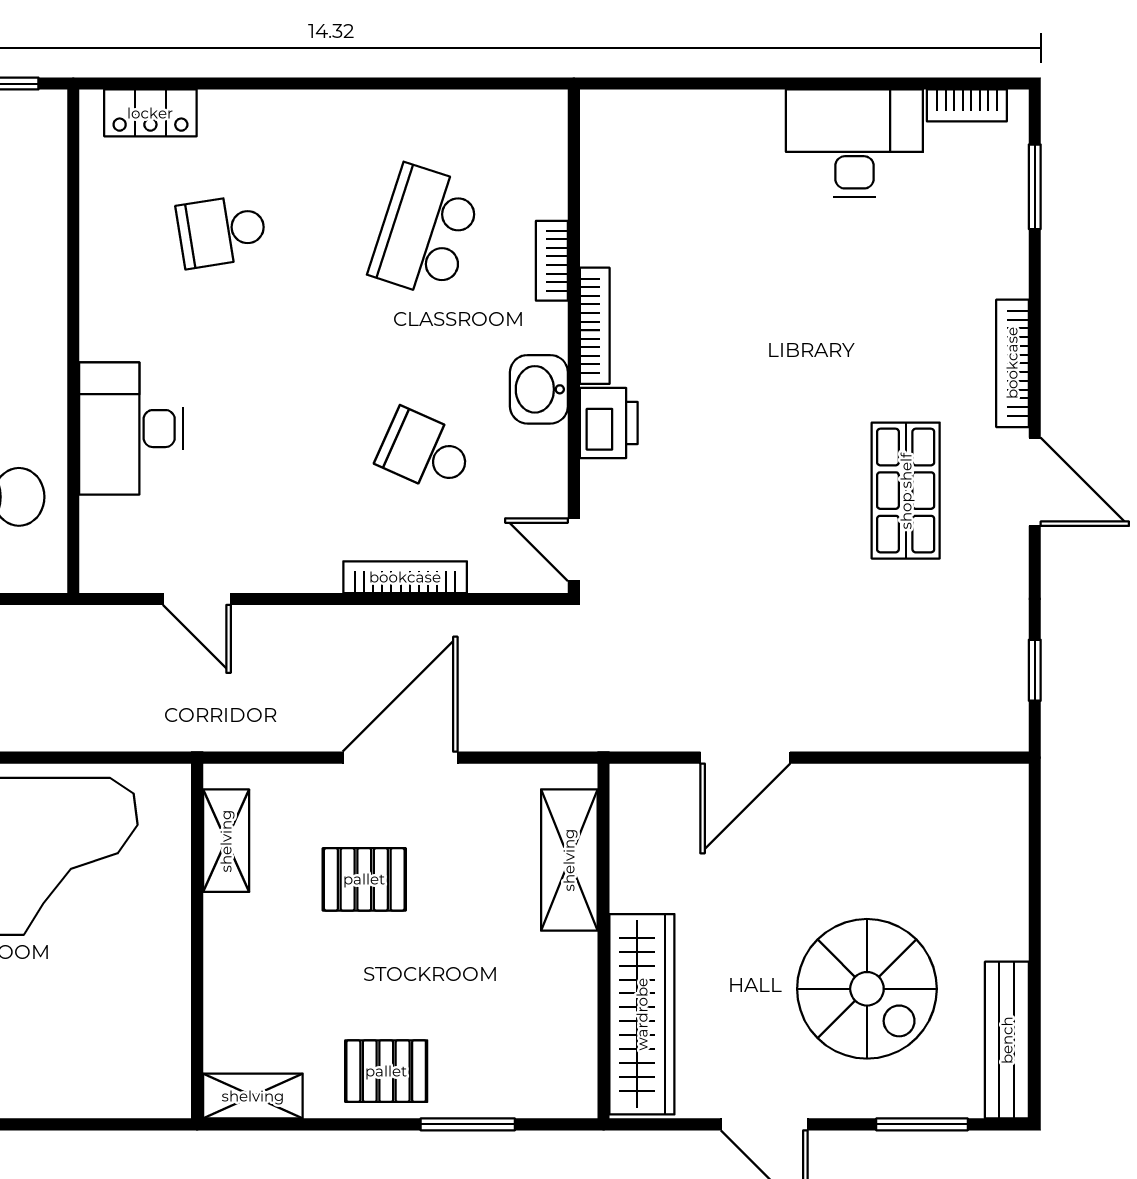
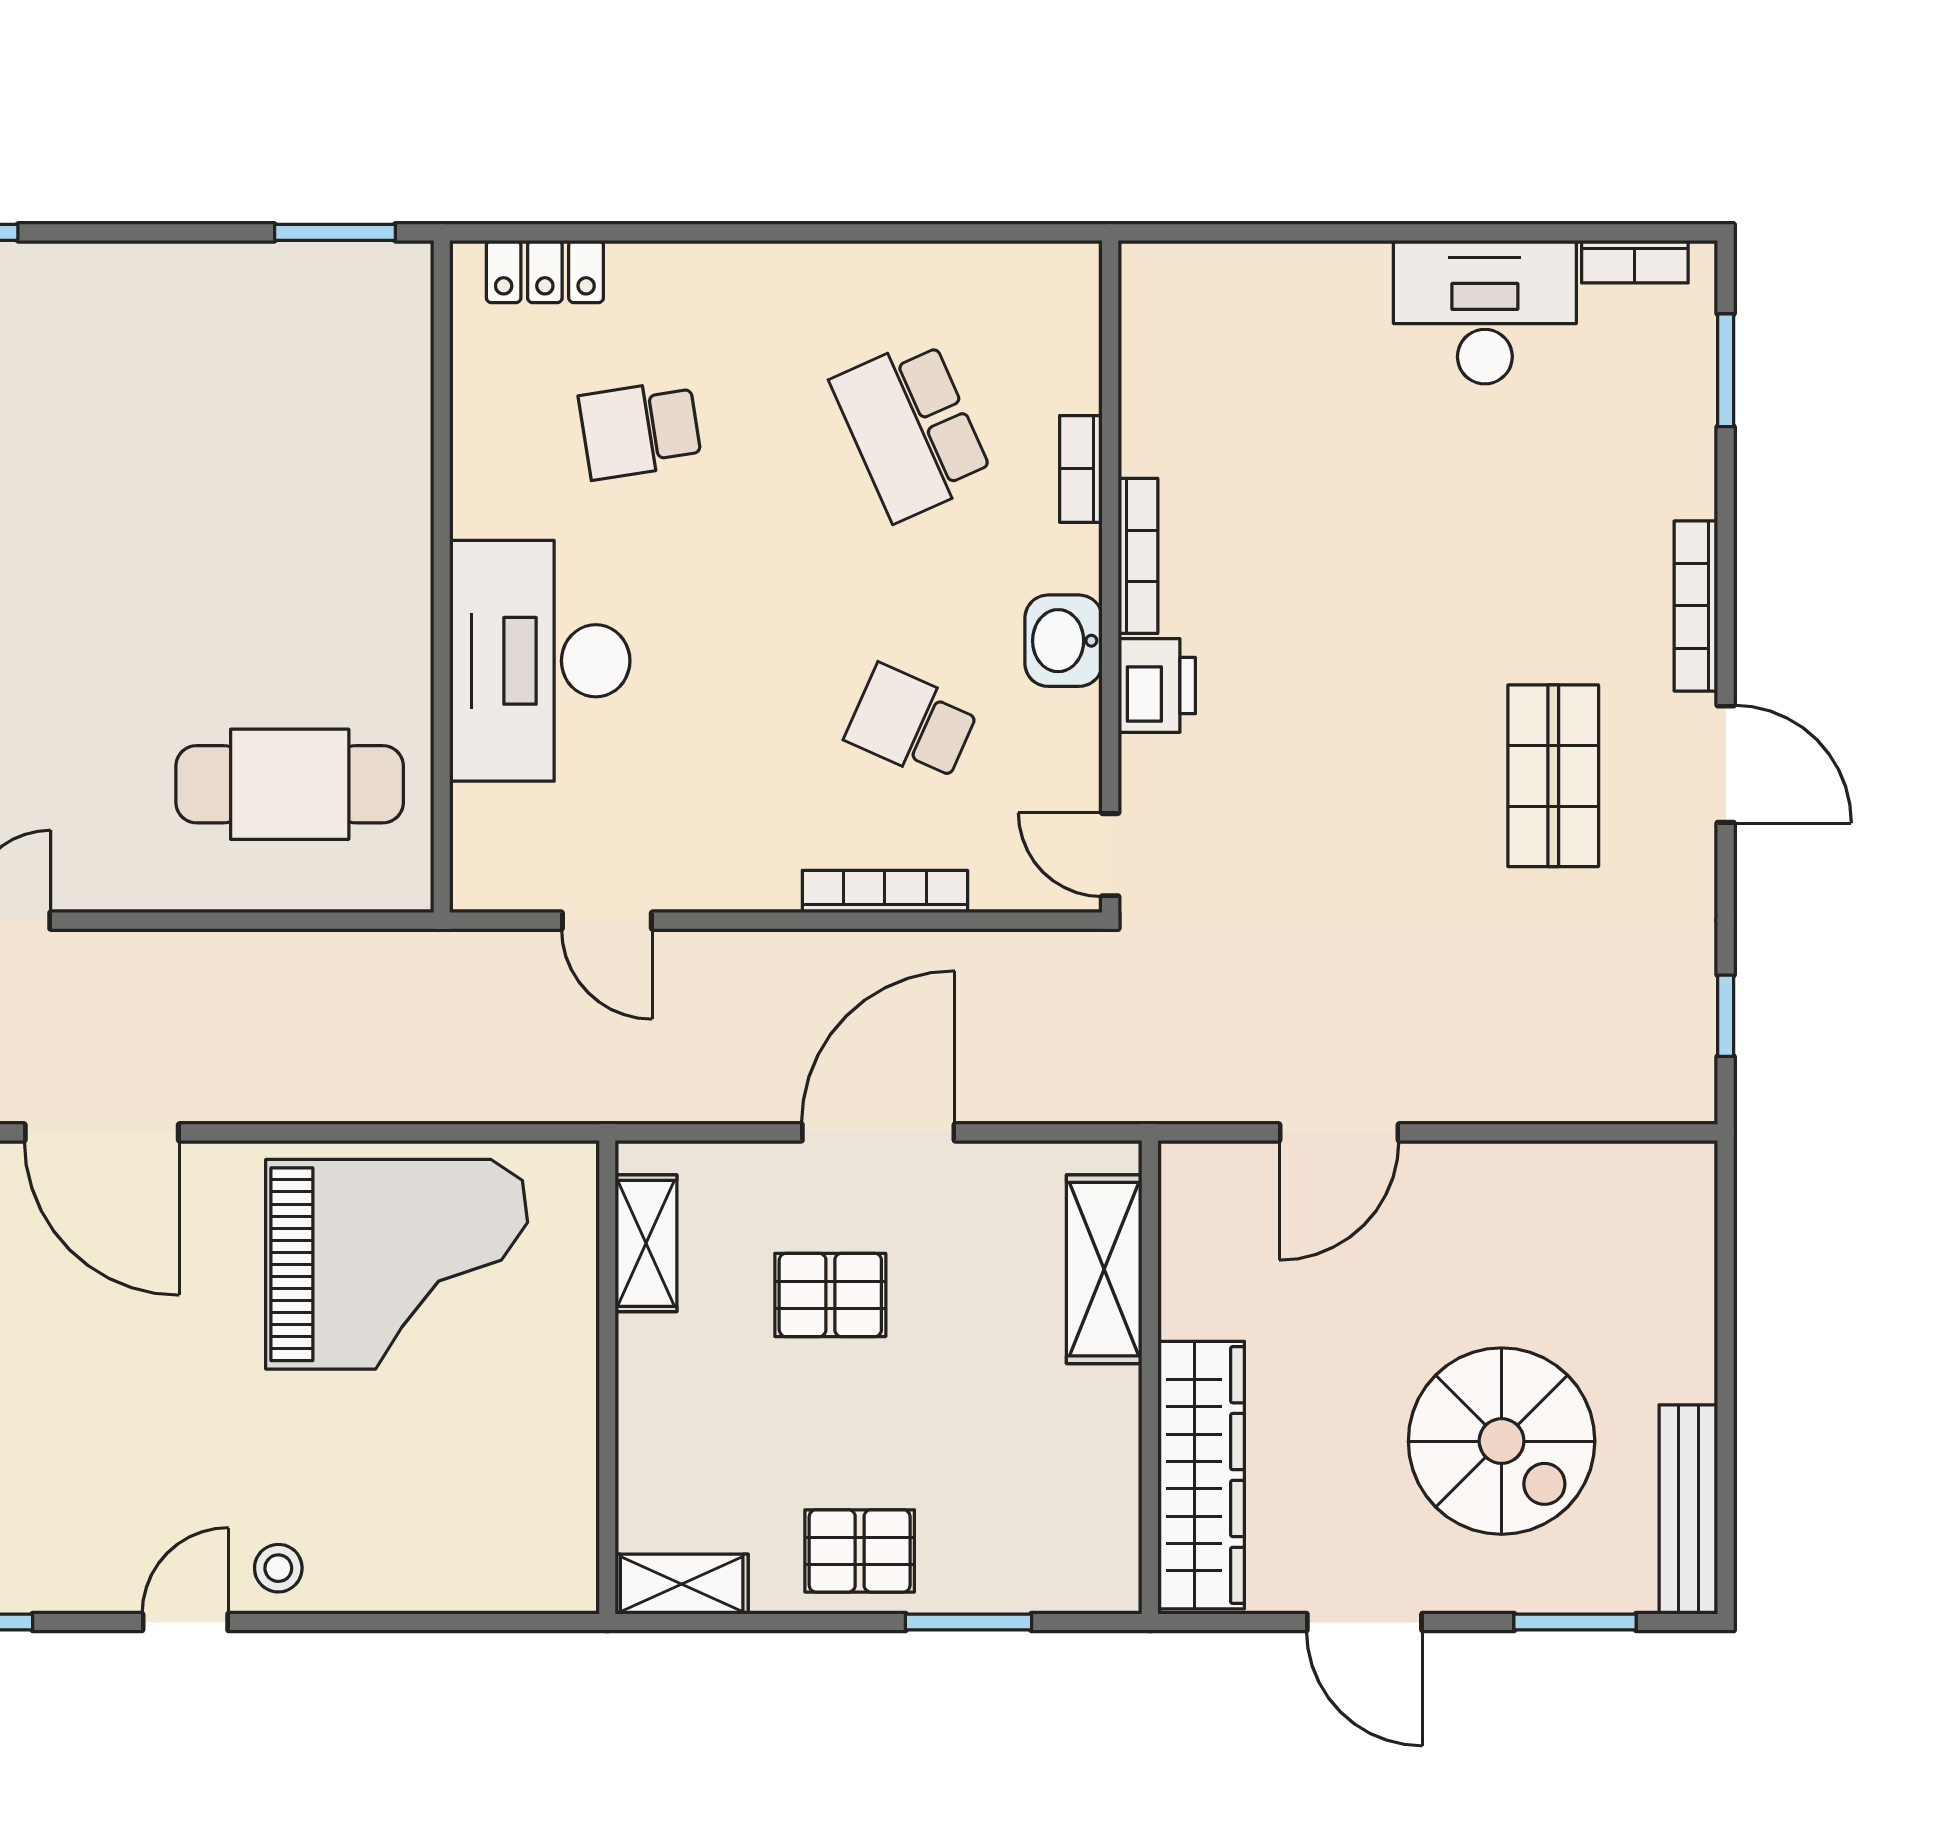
school desk: (425, 231) -> (912, 429), turned -42
desk: (131, 429) -> (540, 661), width x1.36, depth x1.30

